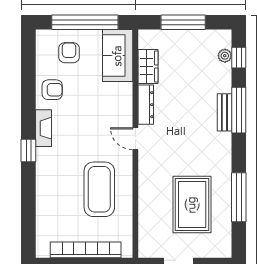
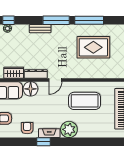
floor lamp: (120, 96) -> (31, 89), added
window: (239, 110) -> (56, 20), moved
window: (28, 151) -> (43, 142), moved
plant: (50, 162) -> (69, 129), added

